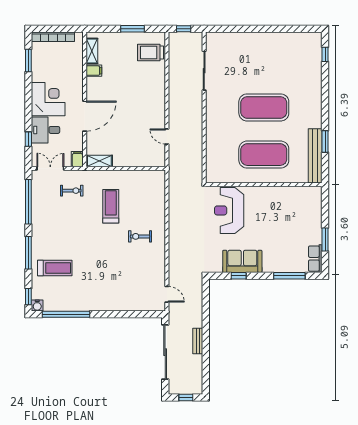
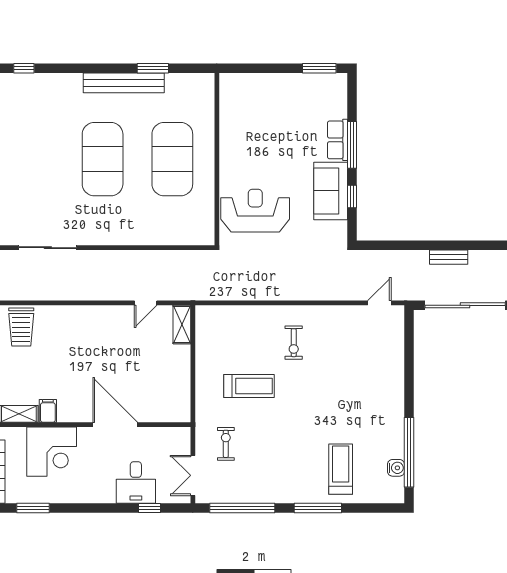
corner desk: (48, 99) -> (52, 452), moved, turned 180
bench: (315, 156) -> (124, 83), moved
filing cabinet: (77, 159) -> (179, 435), removed
shelving: (99, 161) -> (182, 325), moved
treadmill: (111, 206) -> (249, 386), turned 180
reception desk: (229, 210) -> (255, 211), turned 180
window: (325, 240) -> (319, 68), moved
row of seats: (315, 259) -> (337, 140), moved, turned 90
window: (289, 276) -> (352, 145), moved
window: (28, 297) -> (383, 508), removed
water cooler: (37, 305) -> (396, 468), moved

